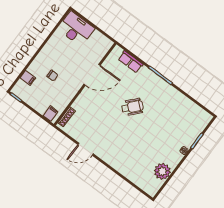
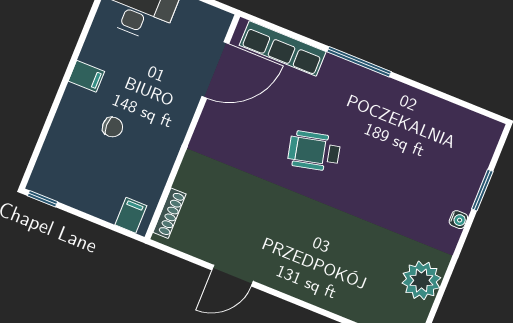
row of seats: (130, 62) -> (283, 48), width x1.48
door: (92, 75) -> (215, 70), moved
filing cabinet: (28, 78) -> (86, 76), moved
wheelchair: (132, 107) -> (314, 151), turned -145

